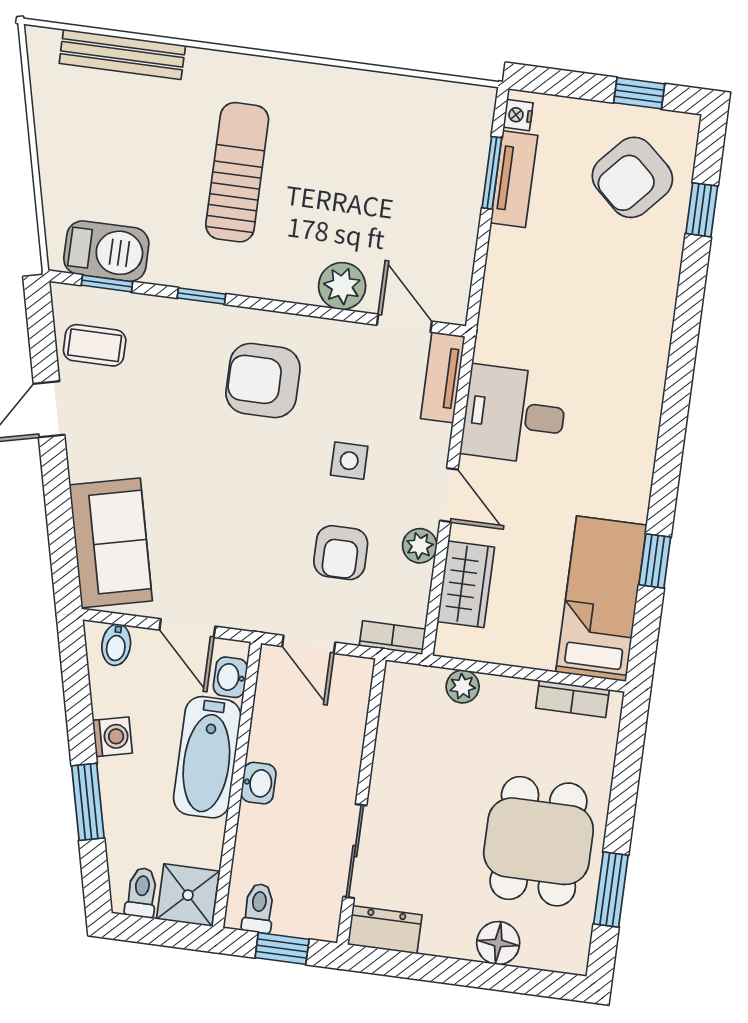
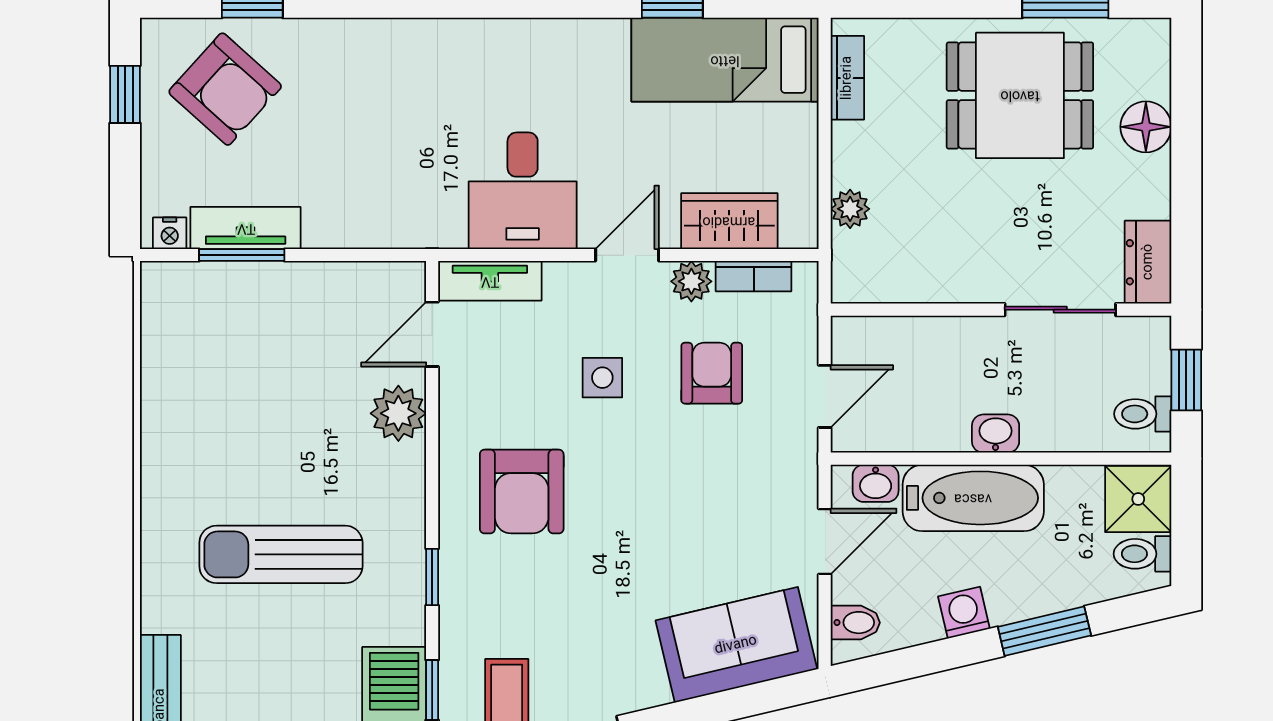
armchair: (341, 553) -> (712, 373), turned -90
bookcase: (393, 638) -> (754, 276), moved, turned -90

